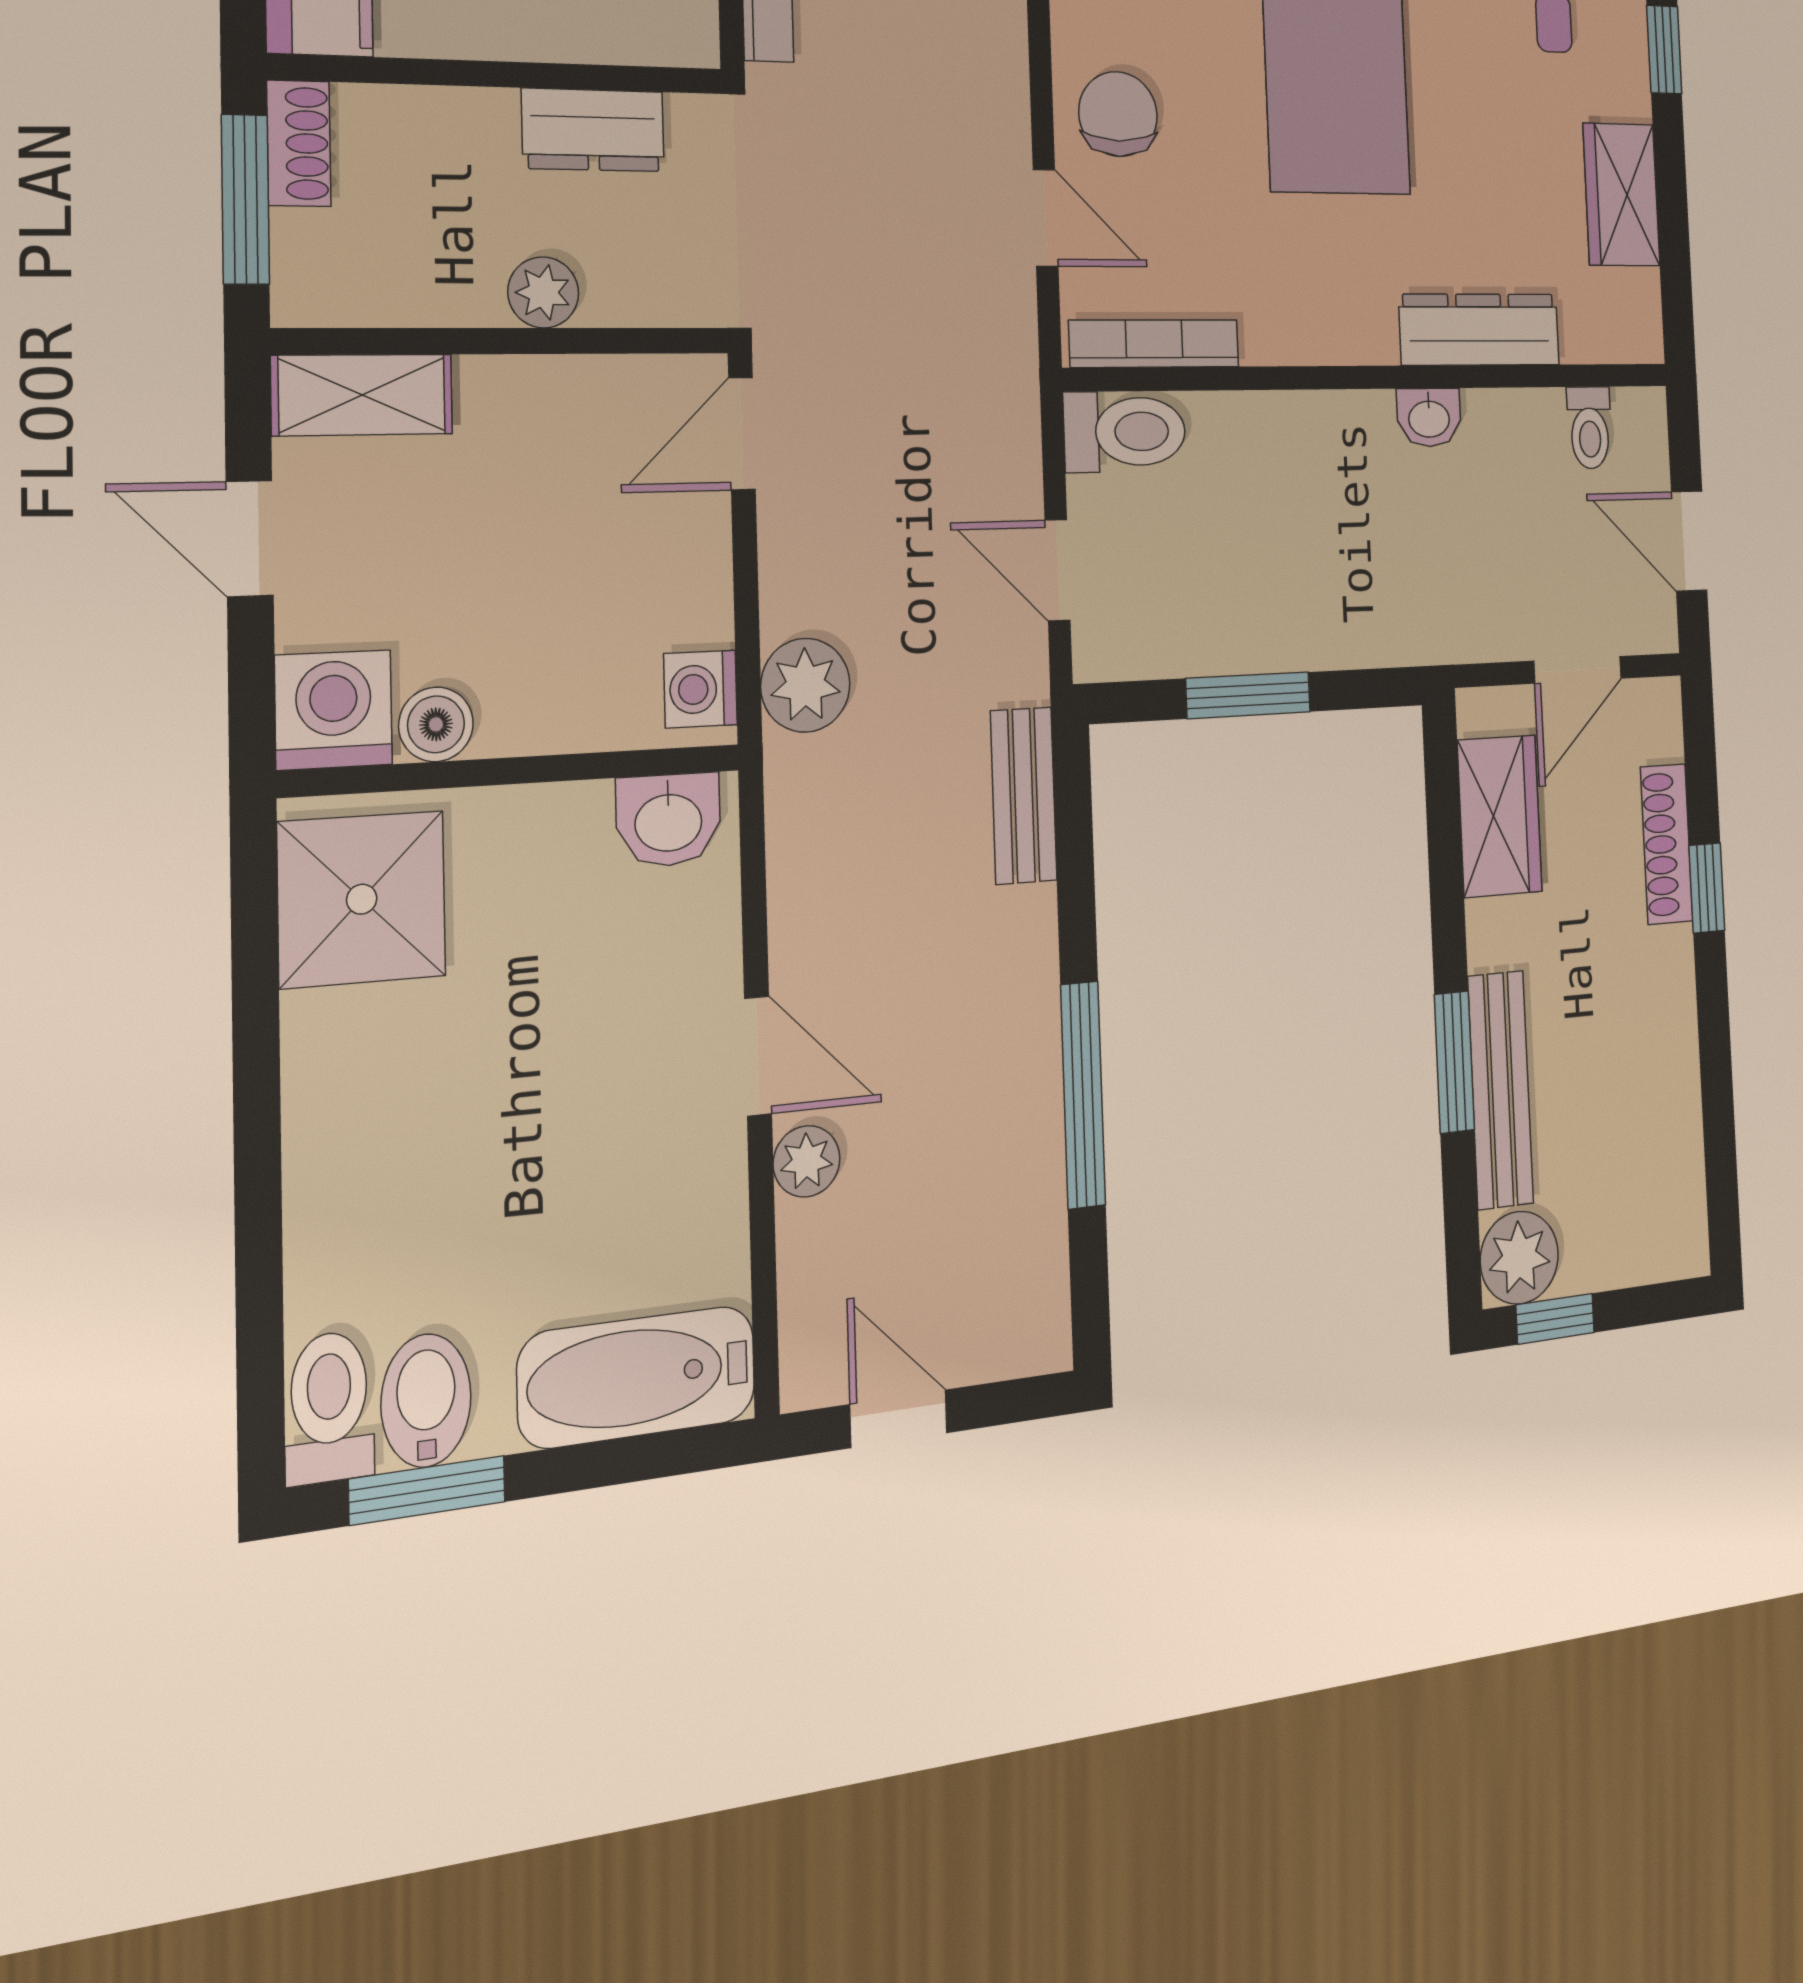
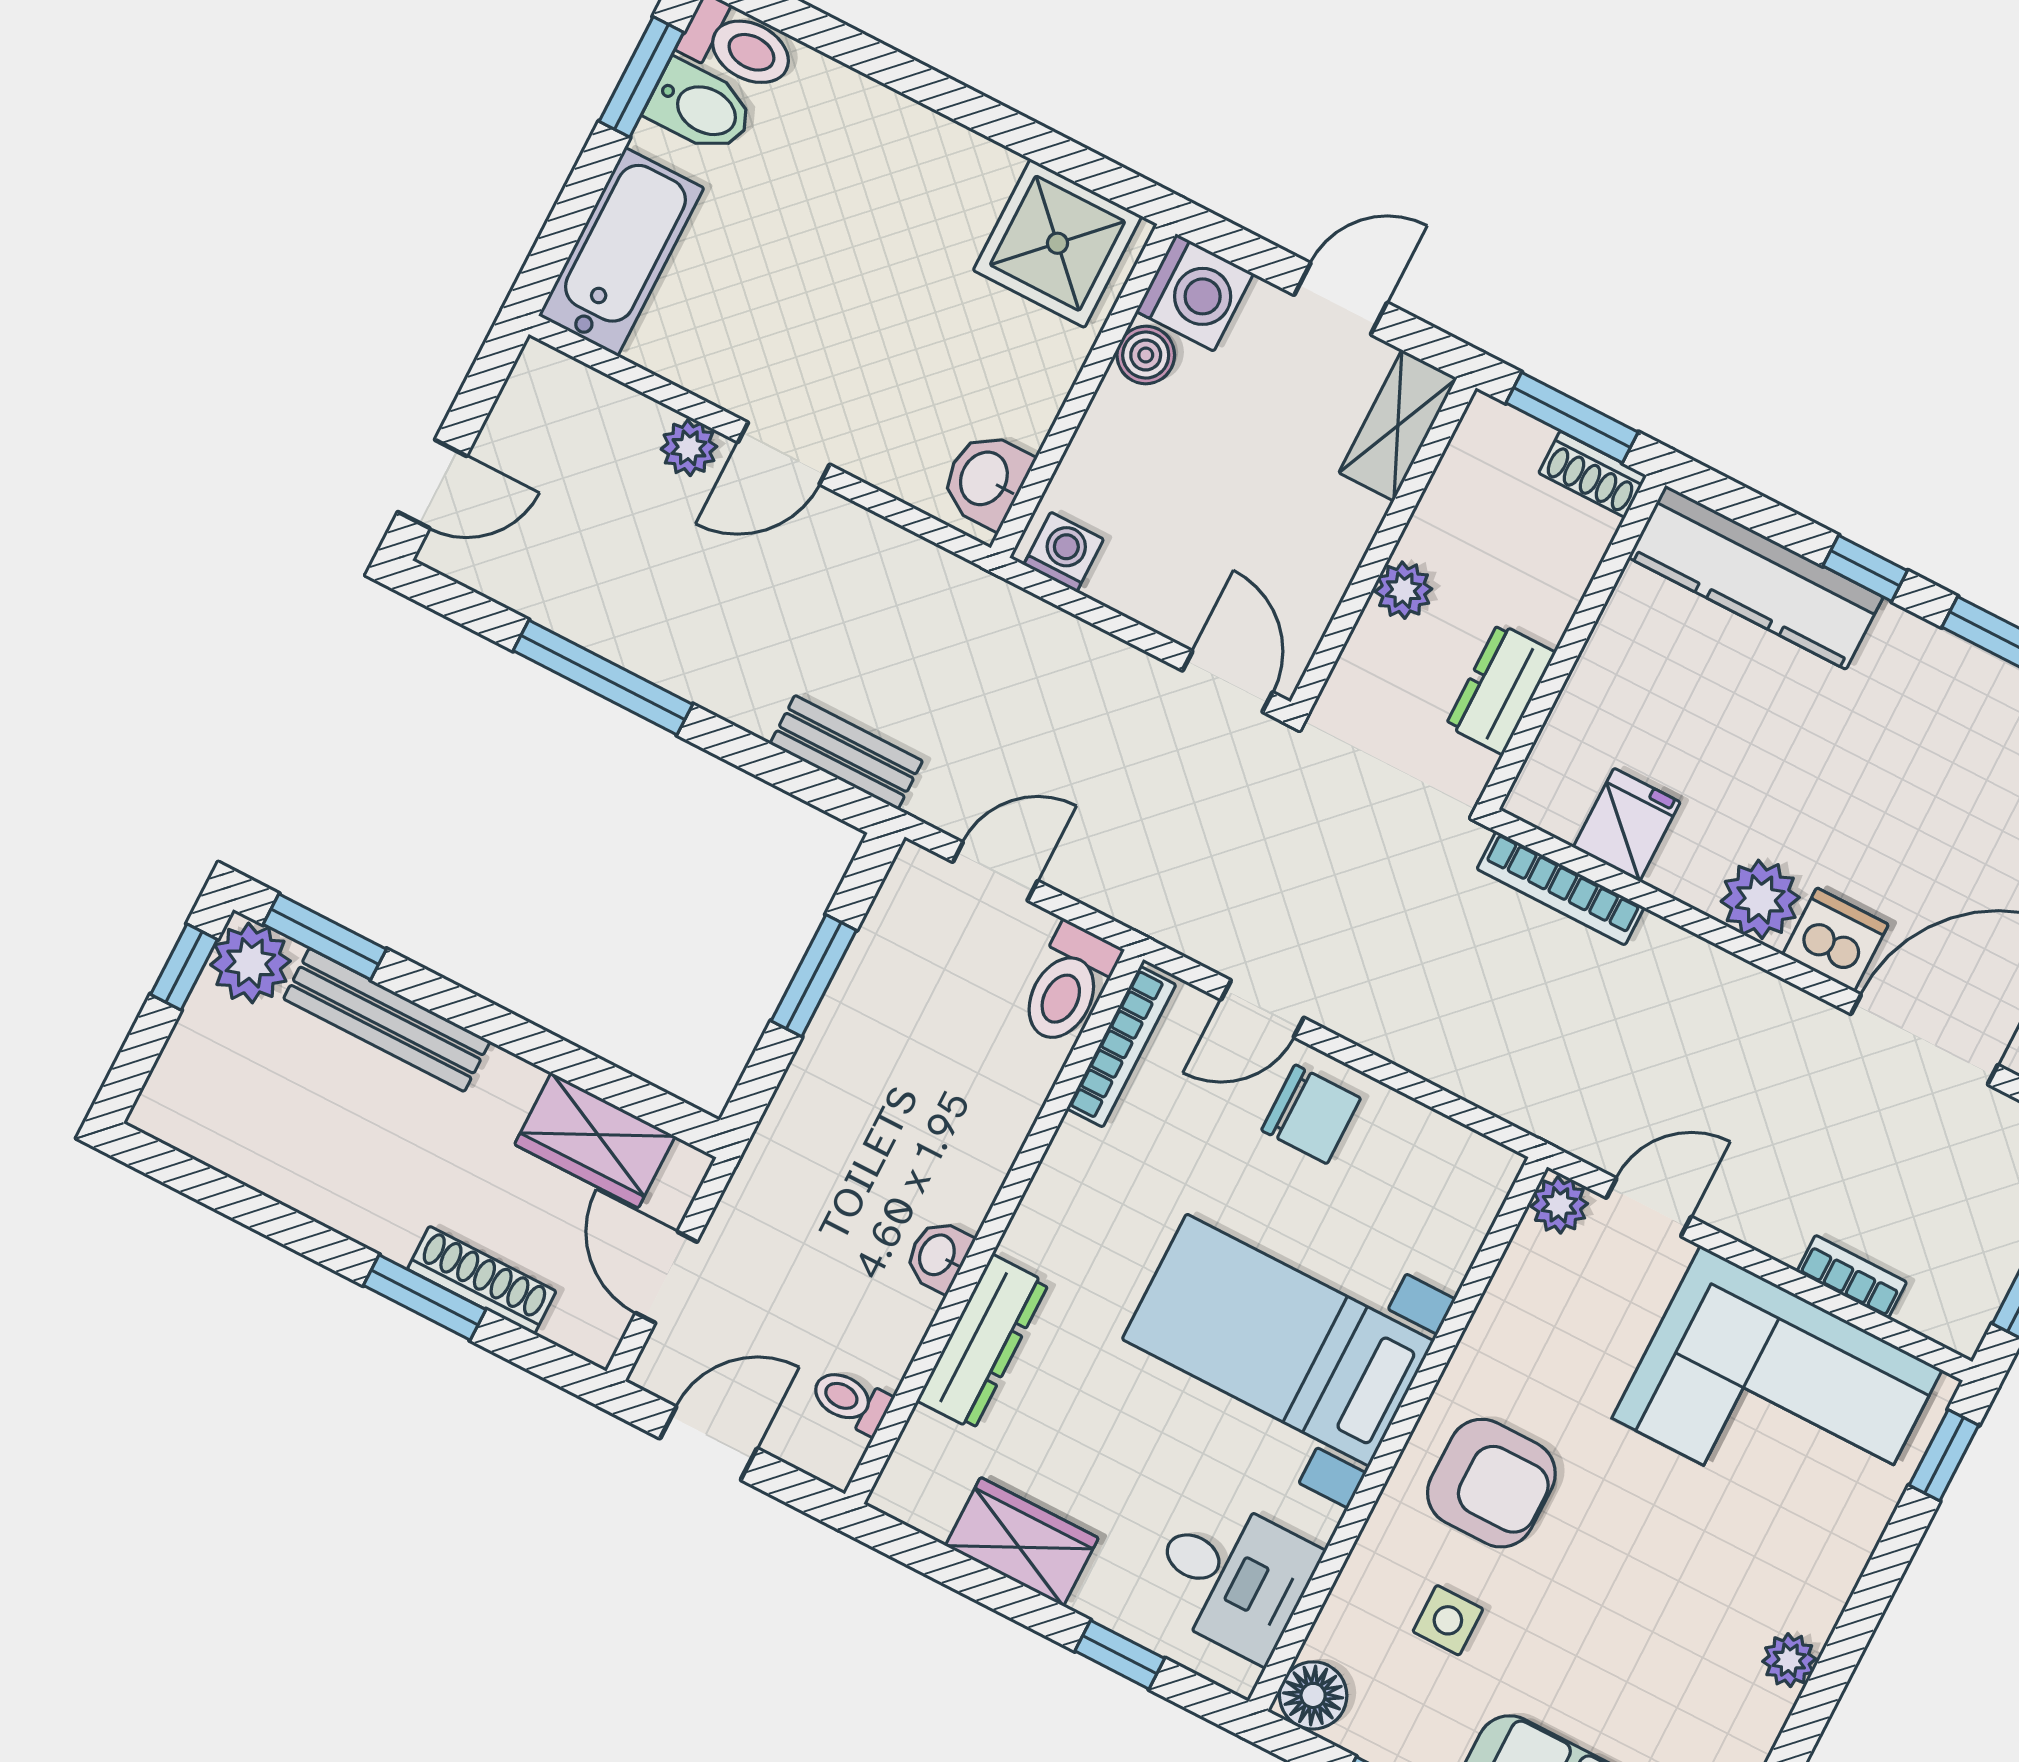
plant: (805, 685) -> (1022, 630), removed
window: (1707, 888) -> (425, 1297), width x1.50
window: (1454, 1062) -> (325, 937), moved
door: (899, 1419) -> (432, 484), moved

